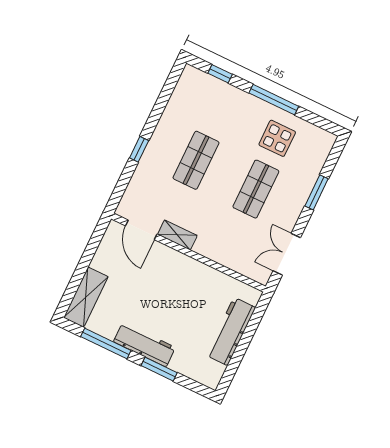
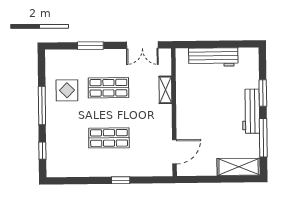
shelving: (177, 235) -> (165, 90), moved

